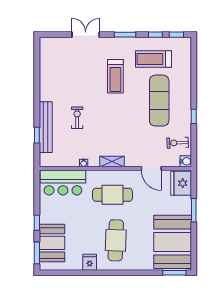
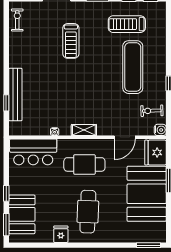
treadmill: (115, 76) -> (71, 41), moved
exercise bike: (77, 118) -> (17, 20), moved
door: (151, 168) -> (125, 137), hinge flipped
booth: (173, 242) -> (147, 194), moved

